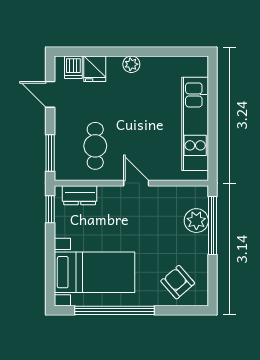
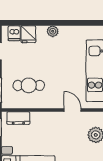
cafe table: (95, 146) -> (29, 85), turned 90
door: (136, 183) -> (73, 110), moved

